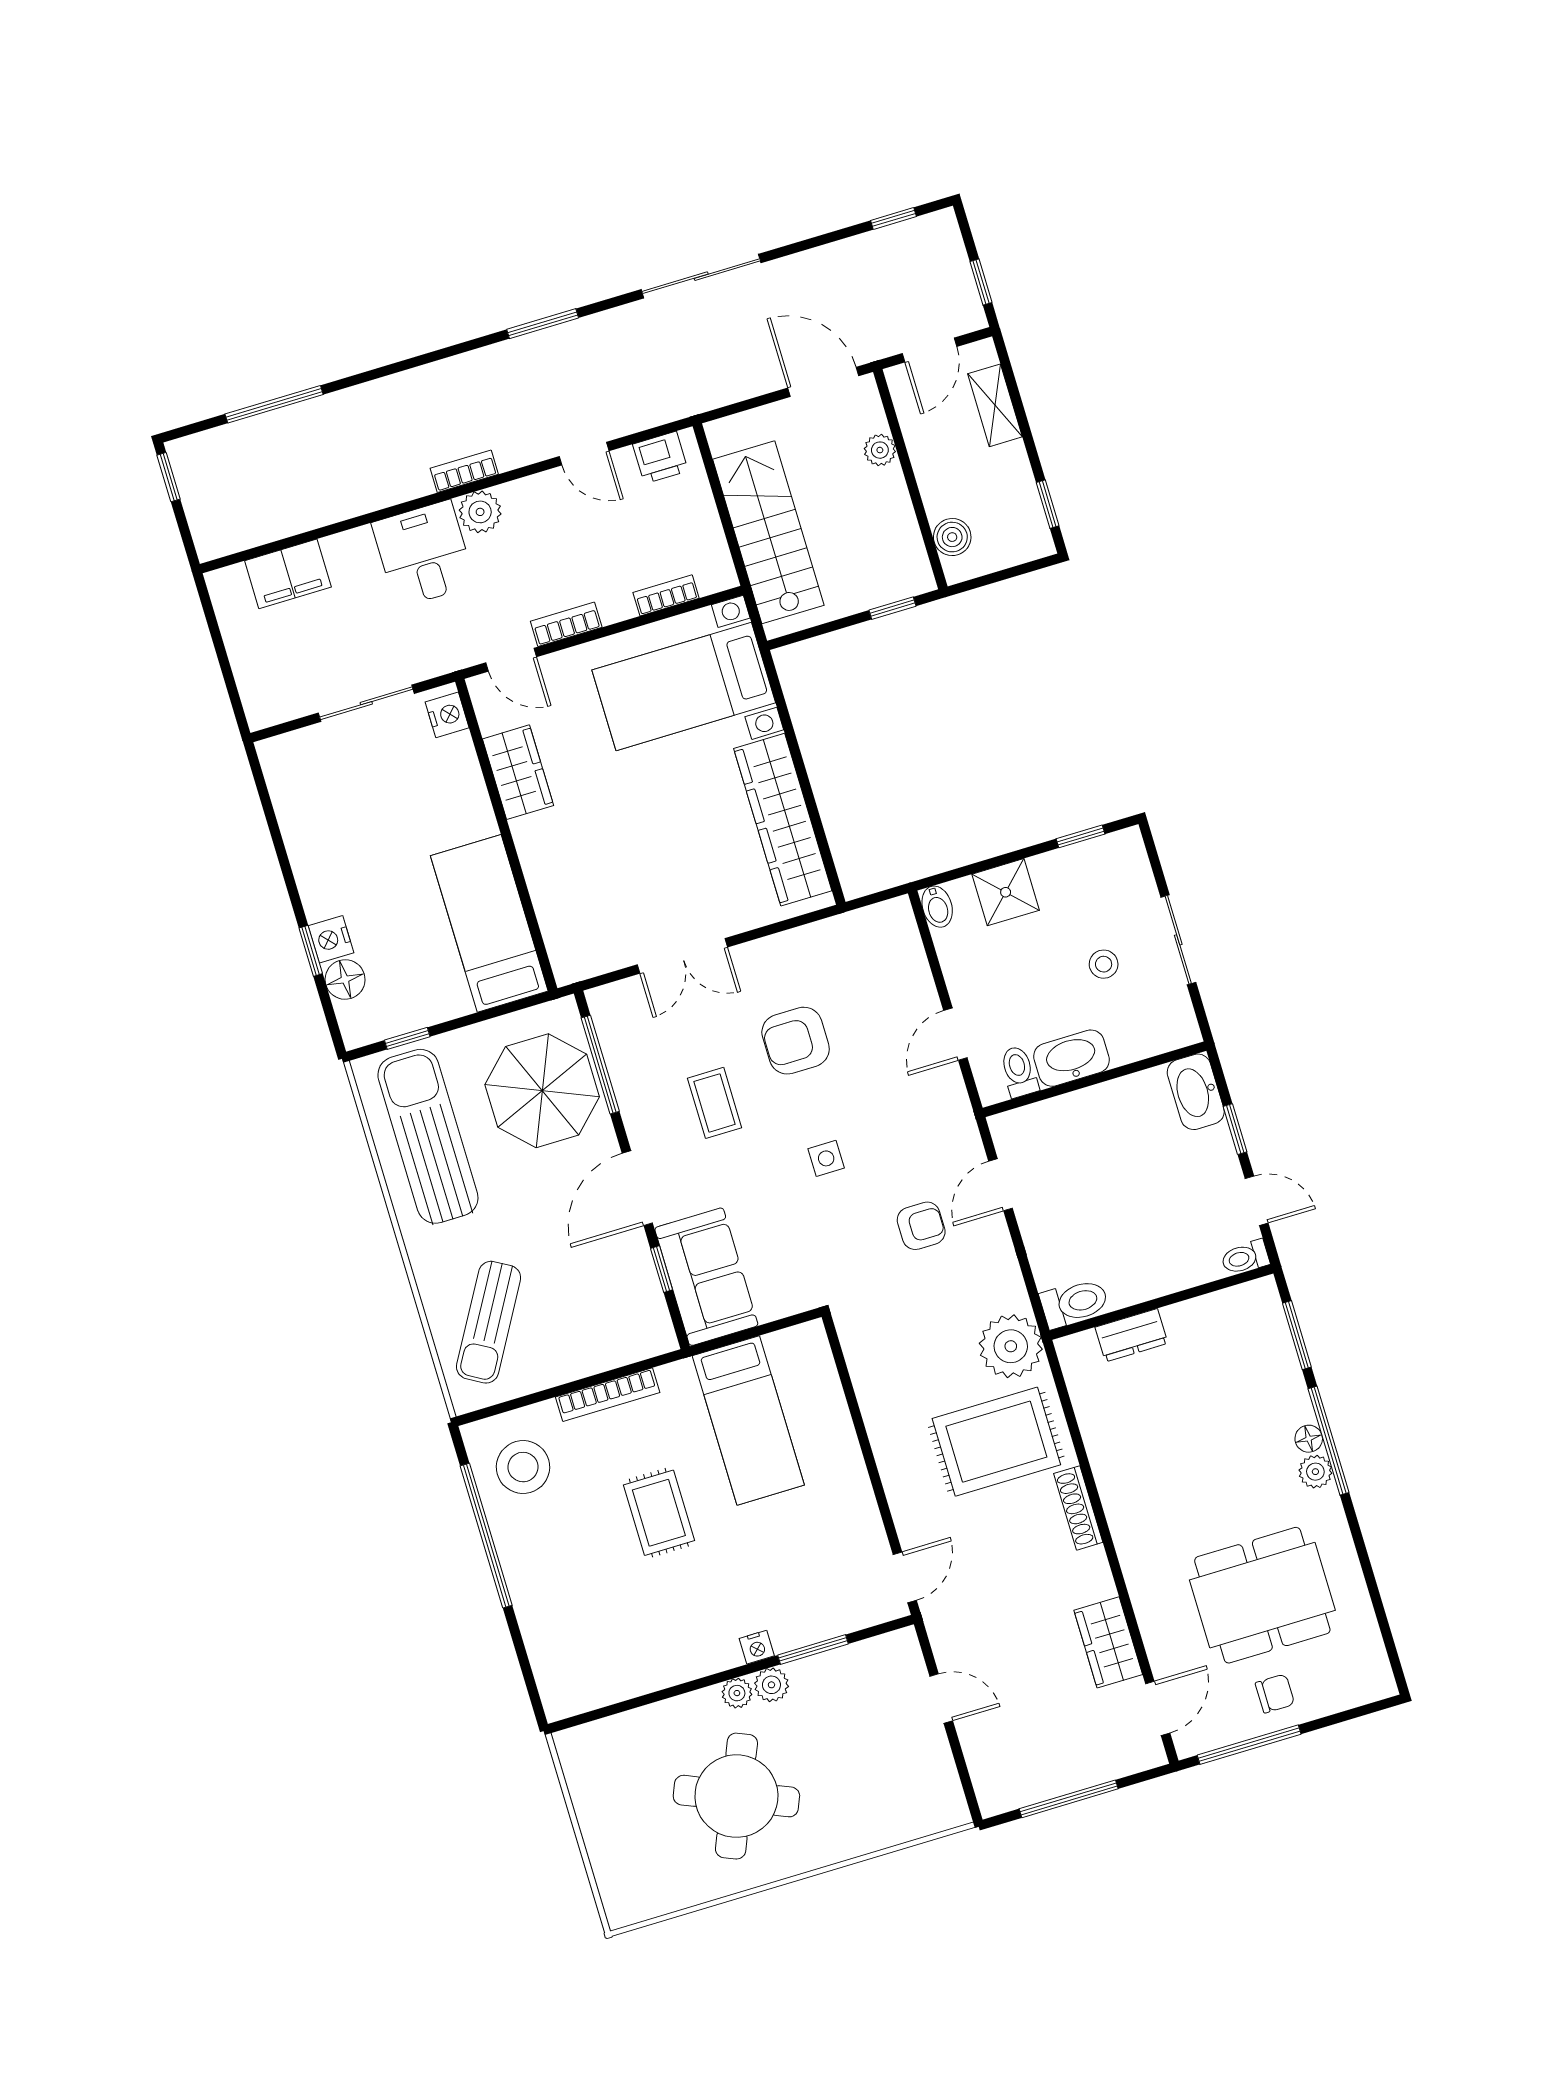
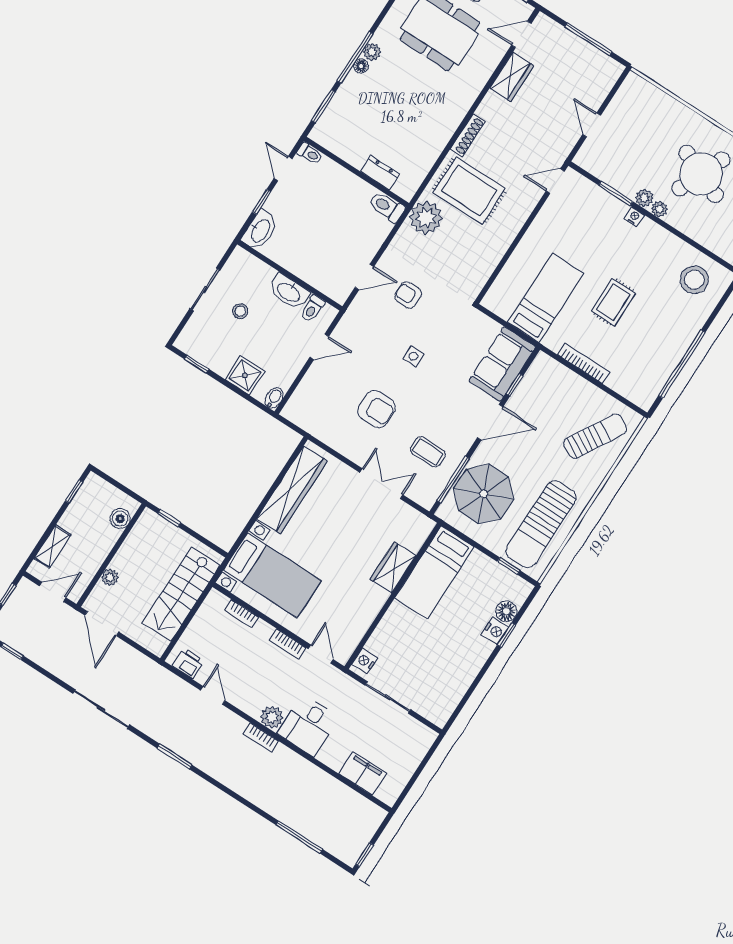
wardrobe: (518, 772) -> (393, 568), moved
coffee table: (715, 1103) -> (428, 452), moved, turned 90
stool: (523, 1467) -> (694, 280), moved

